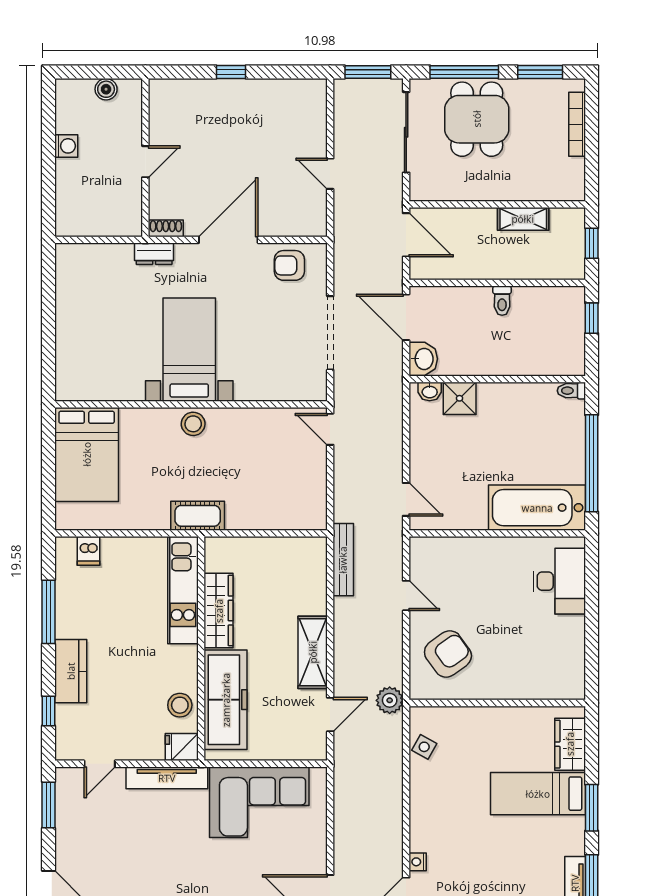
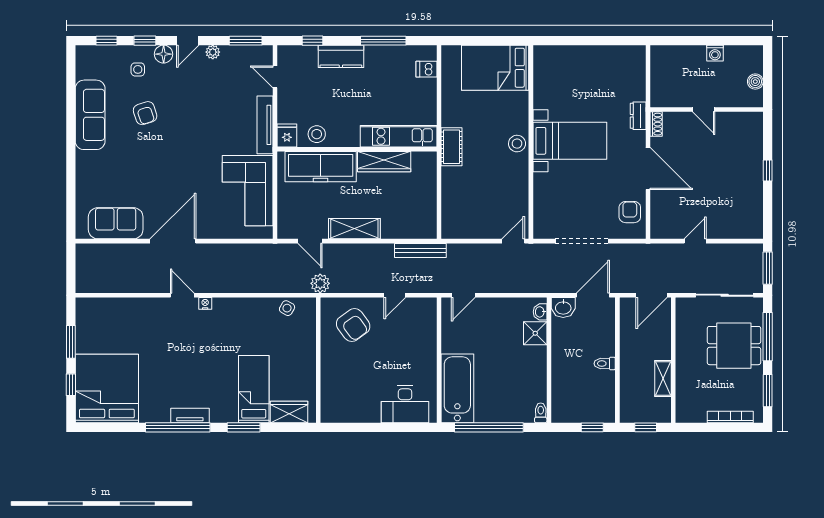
plant: (65, 851) -> (213, 52), added

